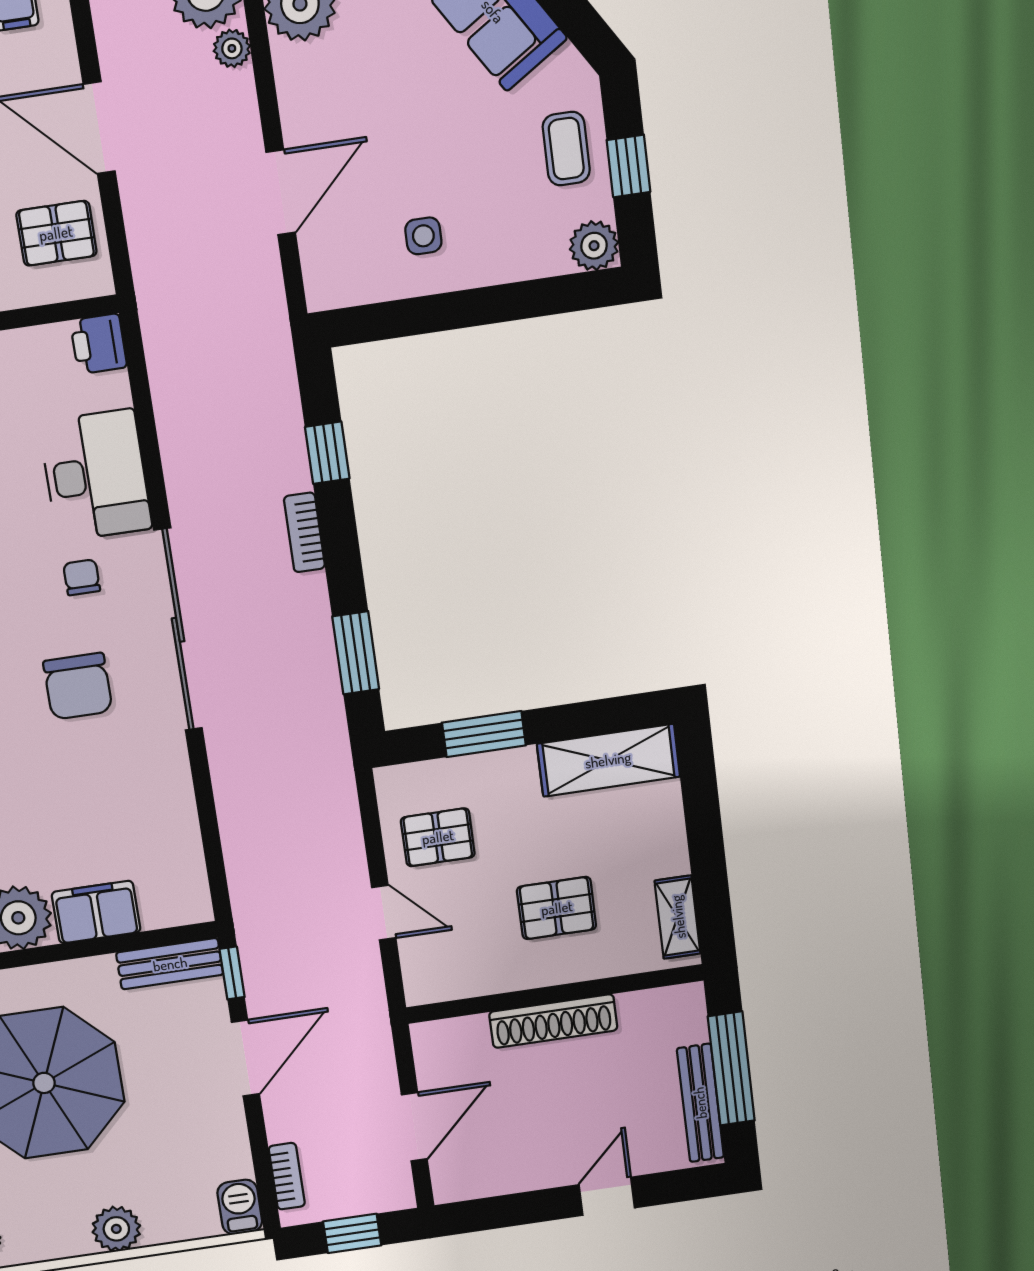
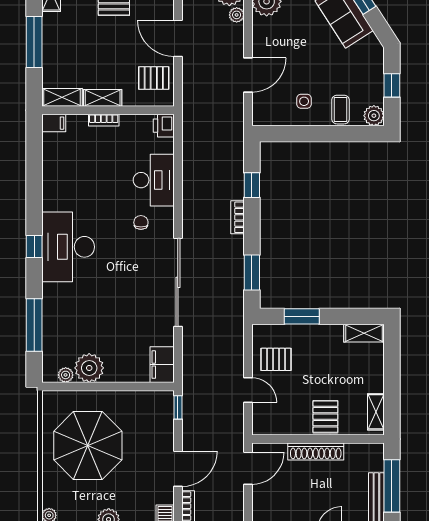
coffee table: (566, 149) -> (341, 110), moved
sliding door: (178, 630) -> (178, 282), moved
chair: (78, 686) -> (132, 269), removed
shelving: (608, 760) -> (364, 333), width x0.67, depth x0.75
pallet: (557, 908) -> (325, 417), moved, turned 90
filing cabinet: (96, 912) -> (162, 365), moved, turned -90
bench: (170, 964) -> (151, 399), removed
door: (245, 1058) -> (178, 469), moved
door: (414, 1127) -> (248, 468), moved

